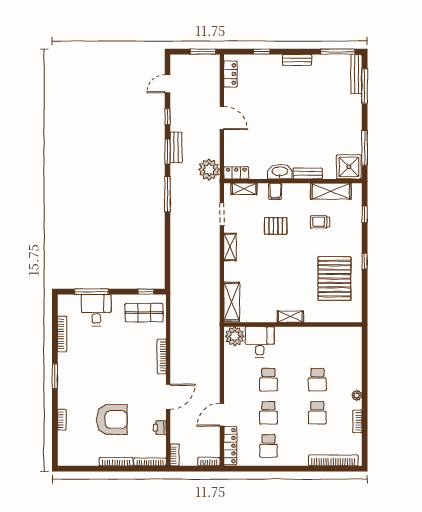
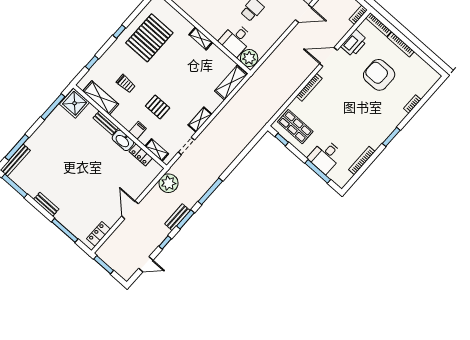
window: (262, 52) -> (65, 230), width x2.17
locker: (236, 173) -> (141, 155), moved
printer: (160, 428) -> (354, 43), width x1.87, depth x1.48

